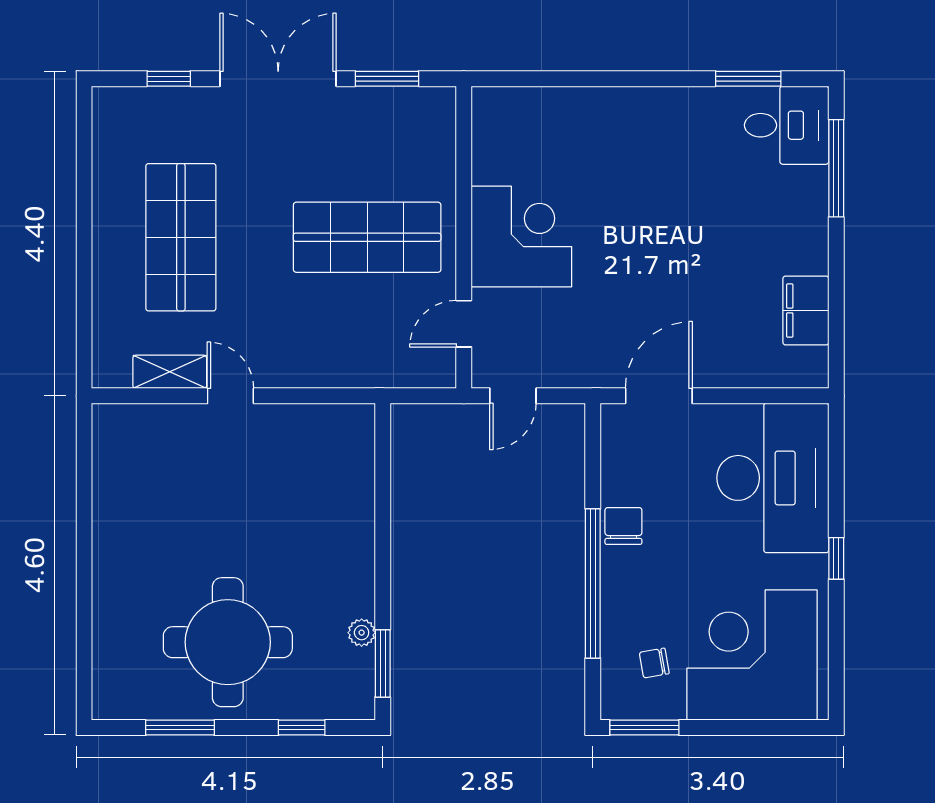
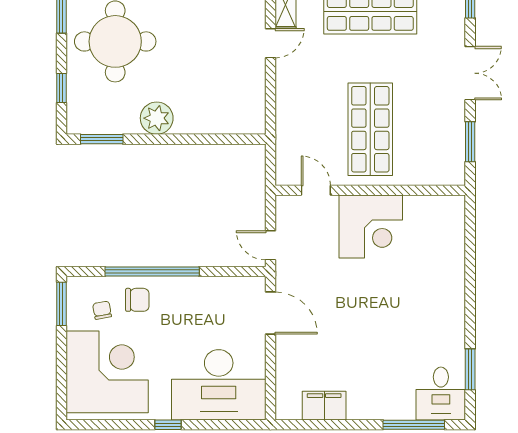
double door: (278, 79) -> (470, 73), width x0.73
door: (513, 396) -> (270, 245), moved
chair: (623, 526) -> (137, 300), moved
plant: (362, 633) -> (157, 118), moved, width x1.88, depth x1.88

